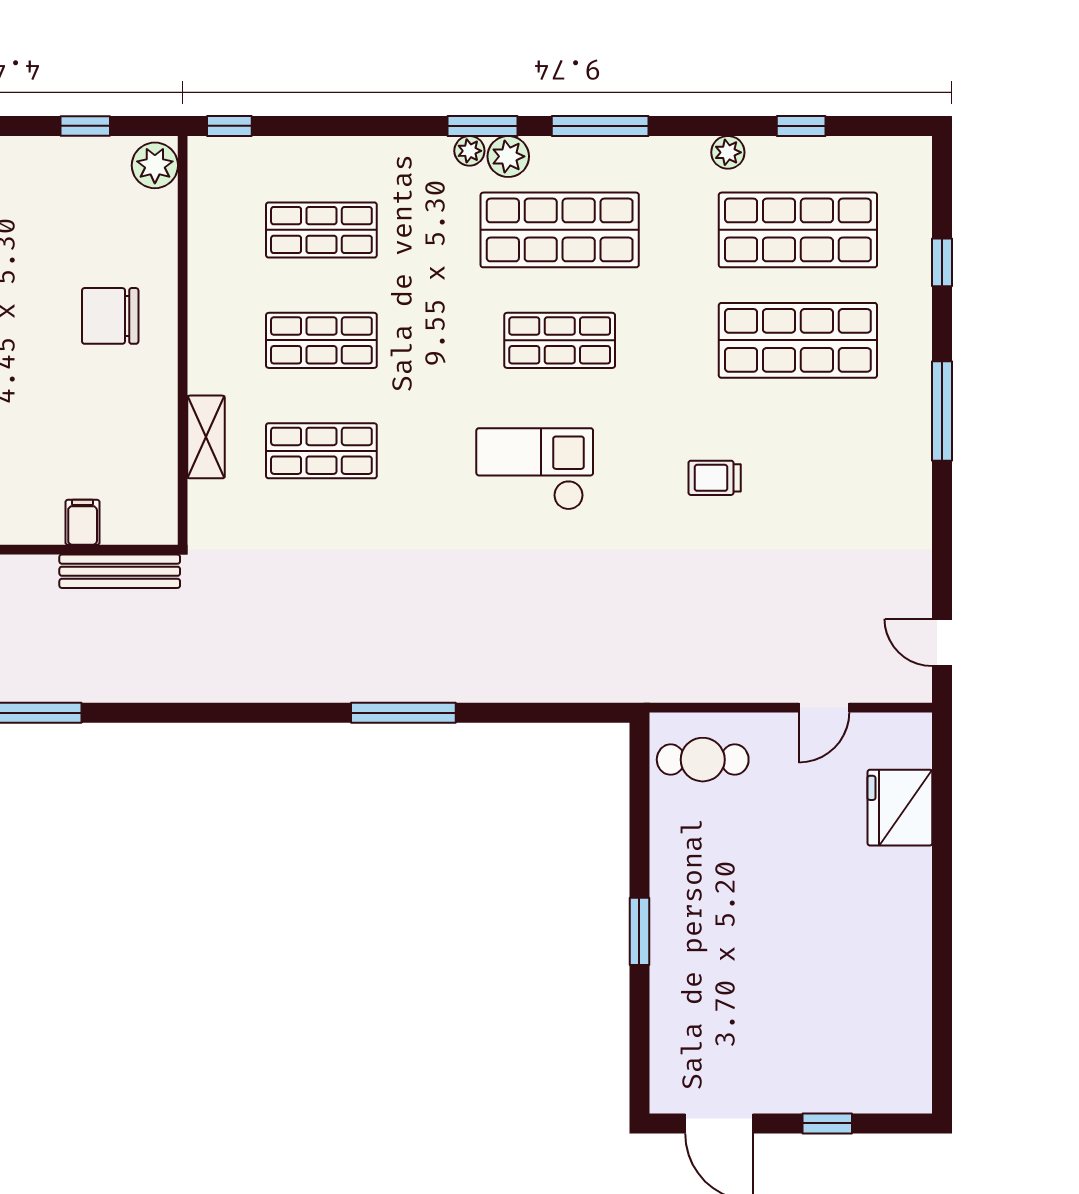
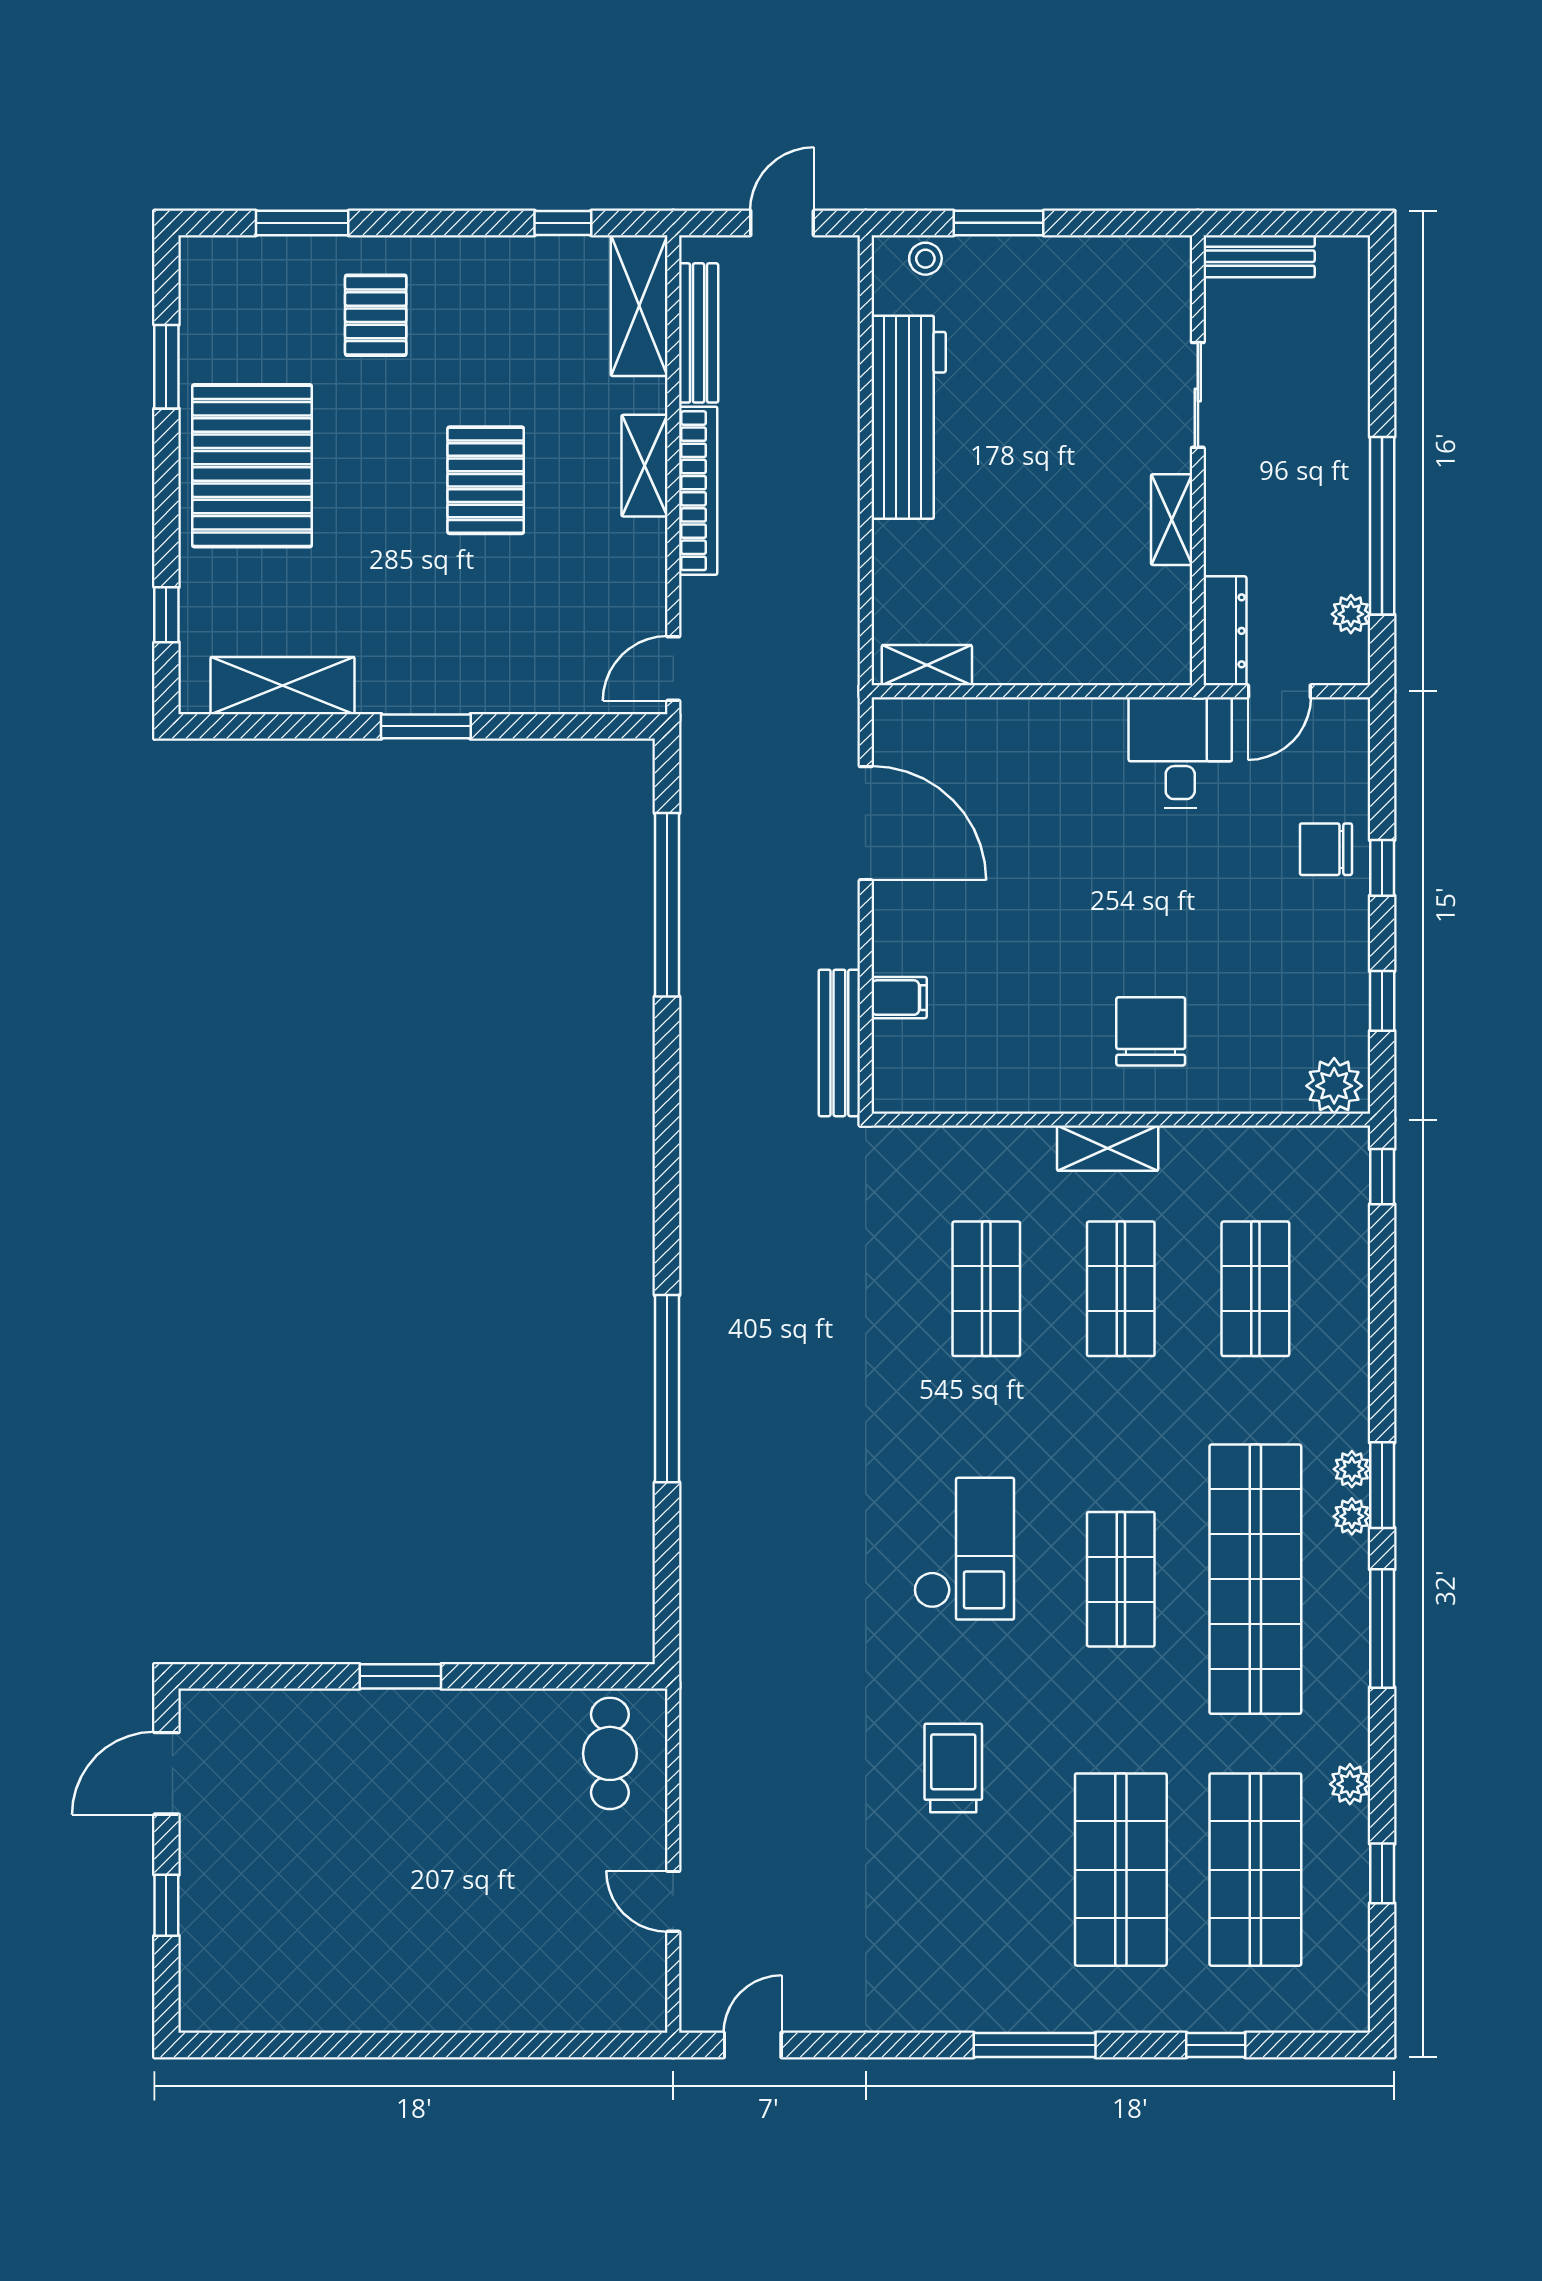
plant: (508, 156) -> (1352, 1516), width x0.73, depth x0.73
shop shelf: (560, 230) -> (1255, 1579), width x1.40
shelving: (206, 437) -> (1108, 1148), moved
trolley: (715, 478) -> (953, 1768), width x1.36, depth x1.39
window: (403, 713) -> (667, 1389), width x1.46
fridge: (900, 808) -> (551, 1994), removed

